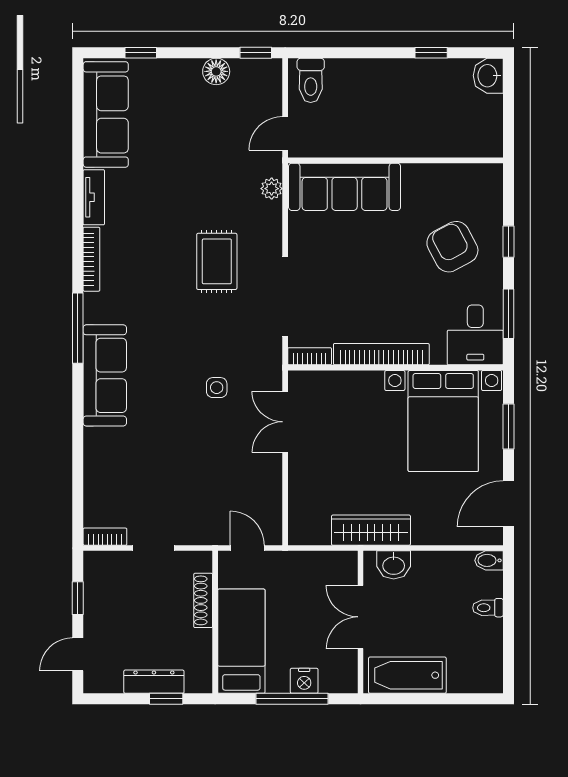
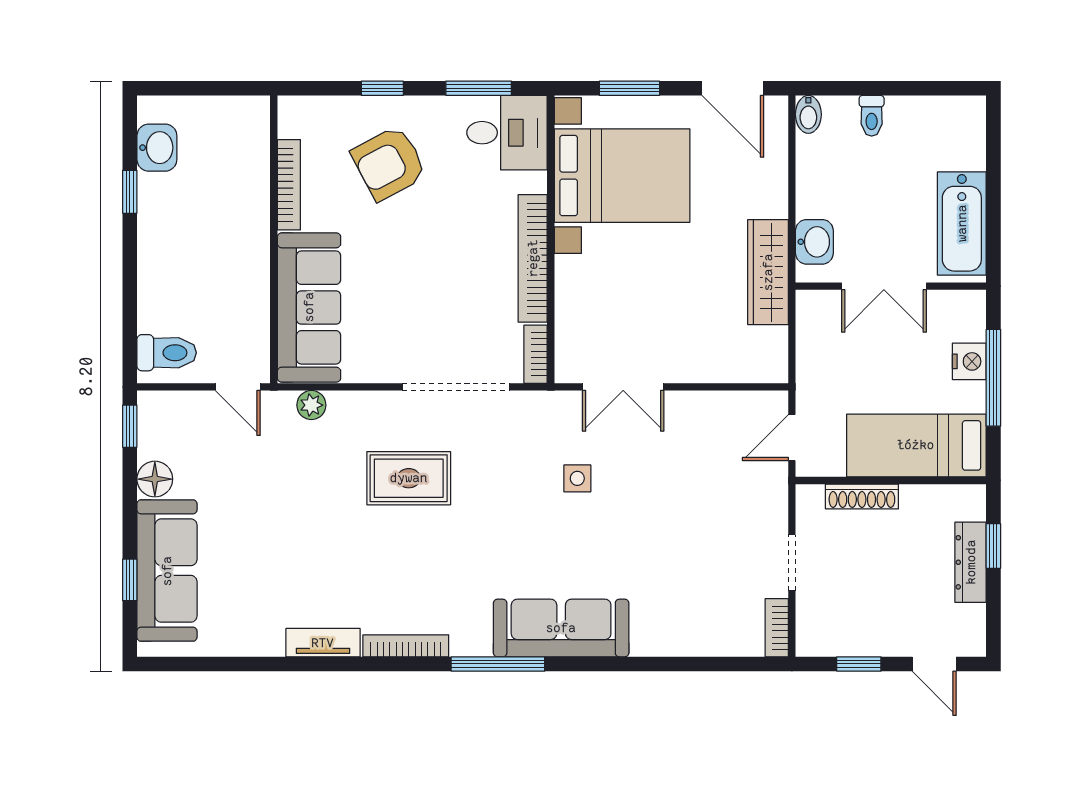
washbasin: (488, 76) -> (157, 148), moved, turned -90
sofa: (106, 114) -> (167, 571), moved, turned 90
bookcase: (436, 172) -> (289, 185), added

